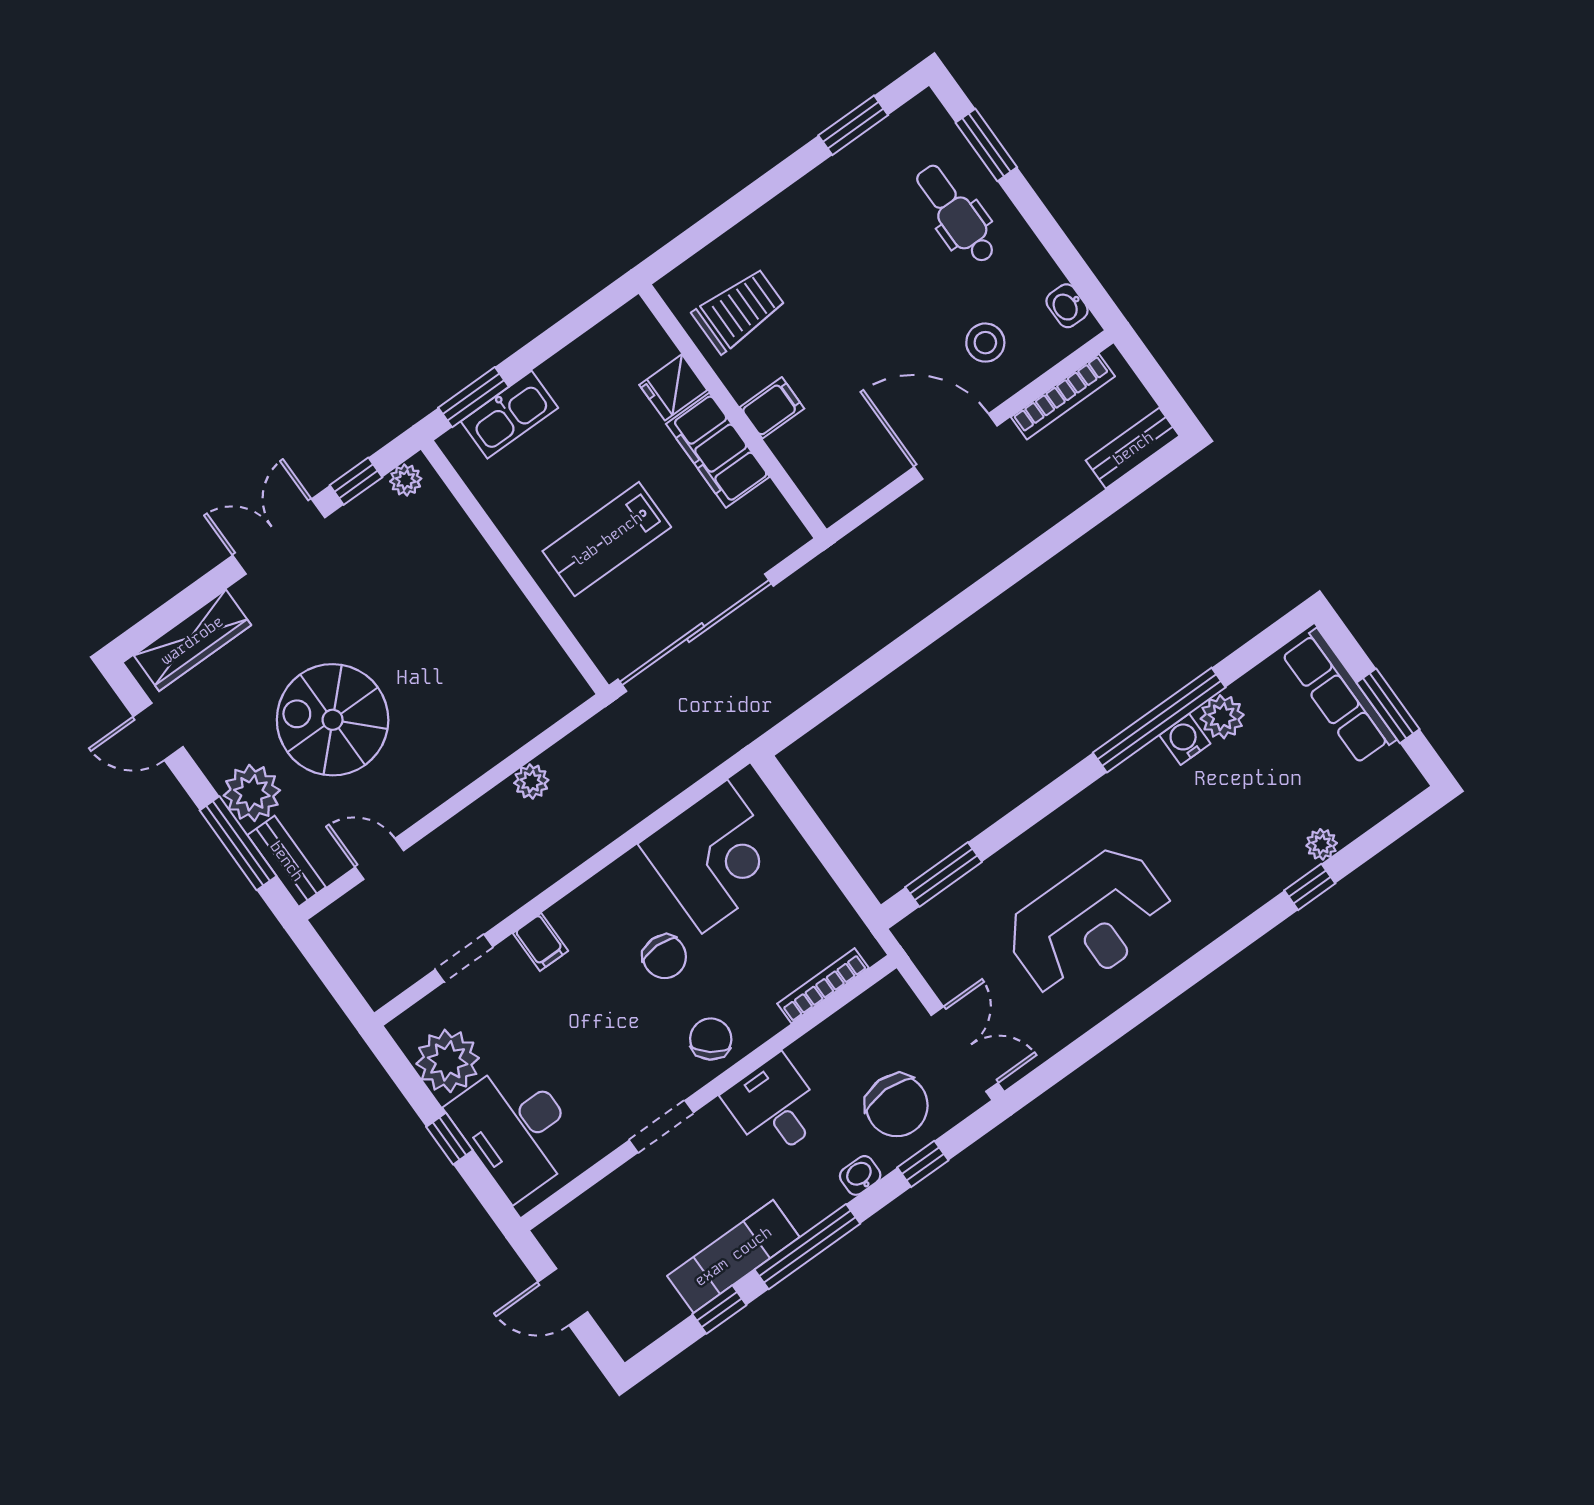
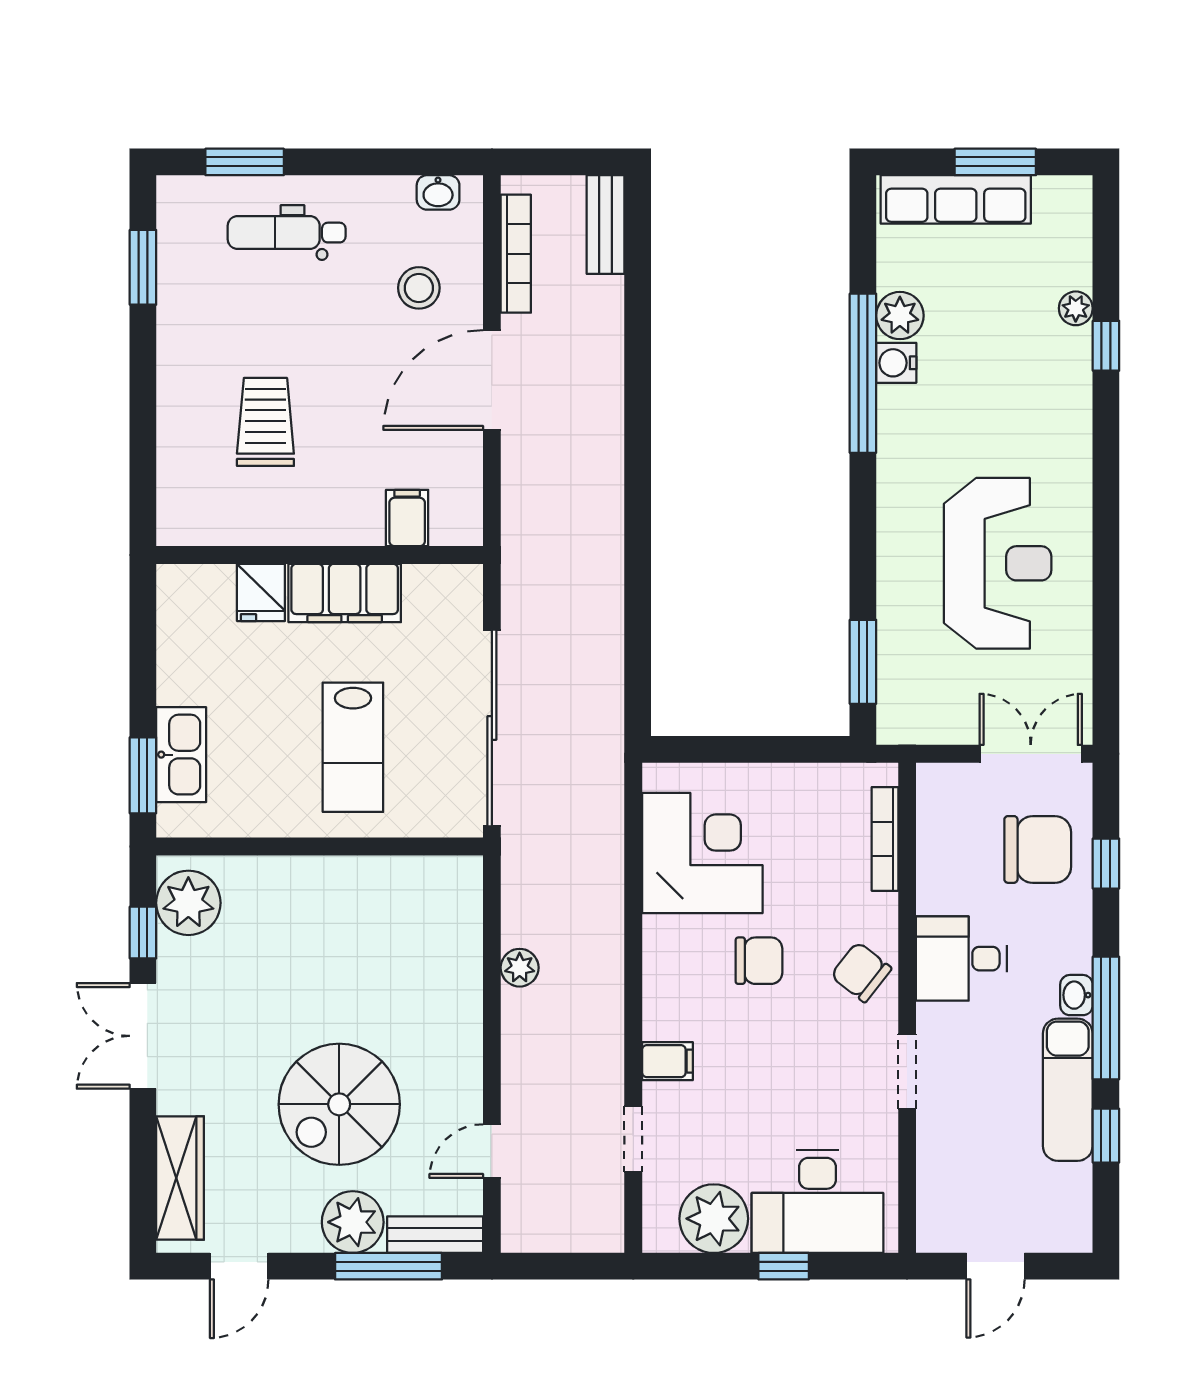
trolley: (739, 310) -> (265, 422), moved
filing cabinet: (772, 408) -> (407, 518), moved
plant: (406, 480) -> (188, 903), width x1.87, depth x1.87
washbasin: (860, 1175) -> (1076, 995), moved

